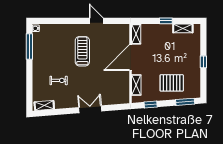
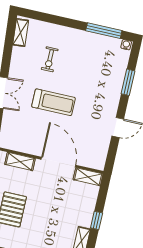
window: (62, 21) -> (128, 82), added
treadmill: (82, 51) -> (54, 102), moved

